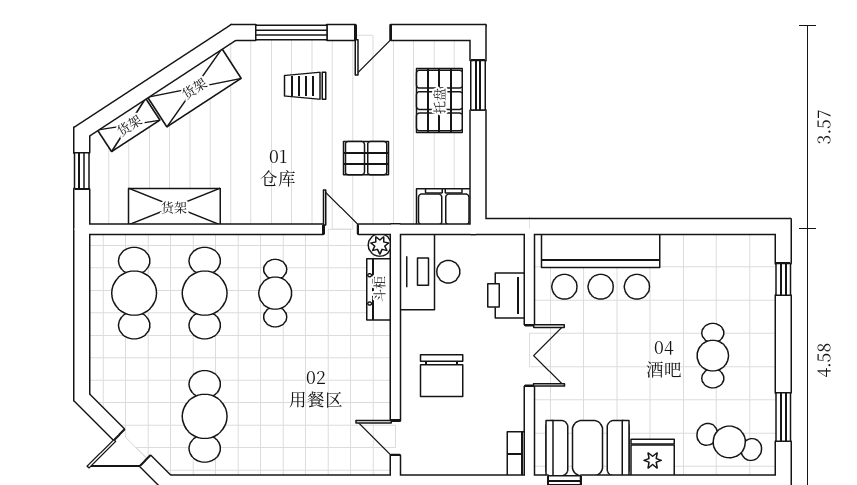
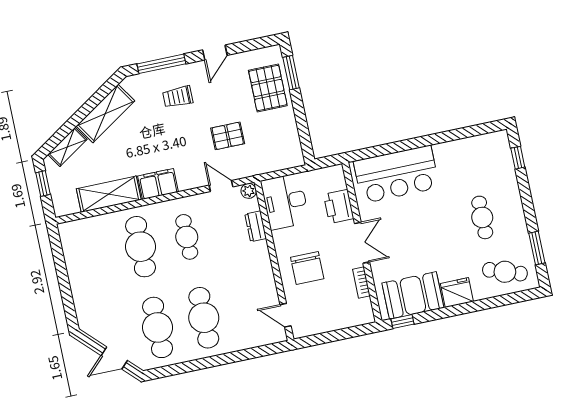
filing cabinet: (444, 207) -> (158, 184), moved
dresser: (379, 289) -> (256, 226), width x0.70
cafe table: (134, 293) -> (204, 318), moved
bookcase: (516, 454) -> (361, 283), moved

